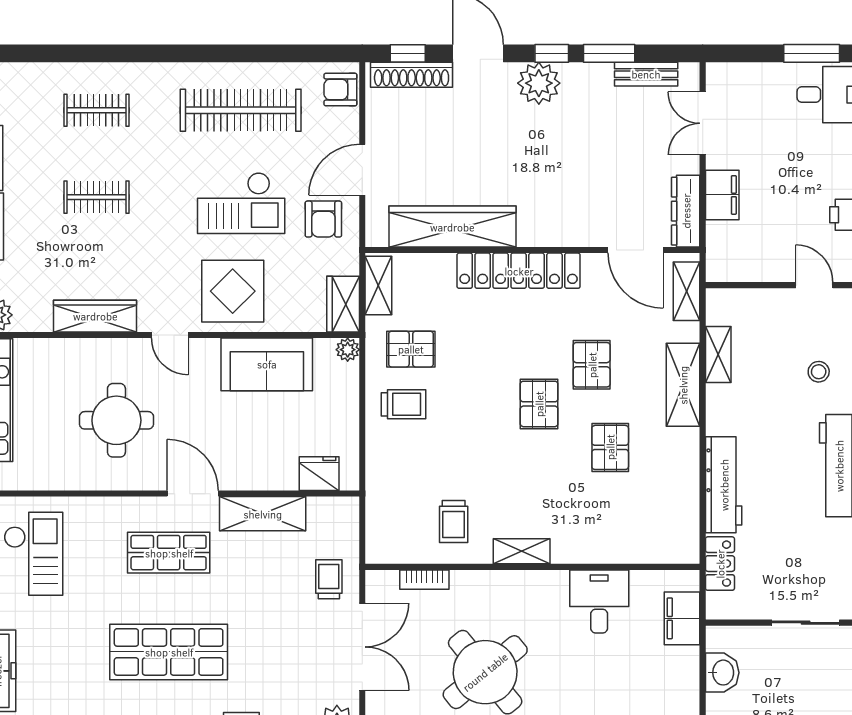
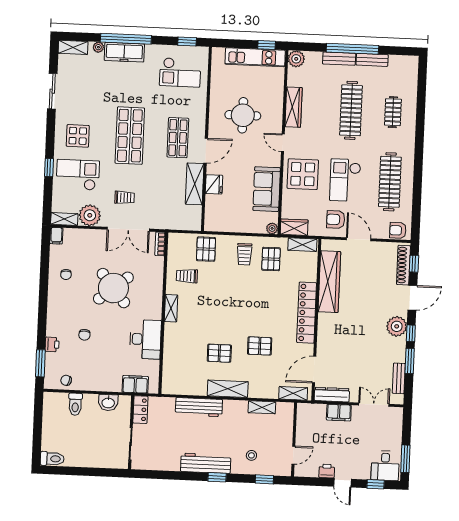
armchair: (340, 90) -> (398, 230), turned -90
clothes rail: (97, 197) -> (351, 110), width x1.86, depth x1.31
door: (170, 335) -> (283, 143), hinge flipped
shelving: (683, 385) -> (228, 389), moved
pallet: (539, 404) -> (206, 249), moved, turned 90
fridge: (319, 474) -> (214, 184), moved
locker: (720, 564) -> (140, 410), moved, turned -90
trolley: (329, 579) -> (125, 198), moved
bookcase: (424, 580) -> (160, 244), moved
desk: (599, 601) -> (145, 339), width x1.37

